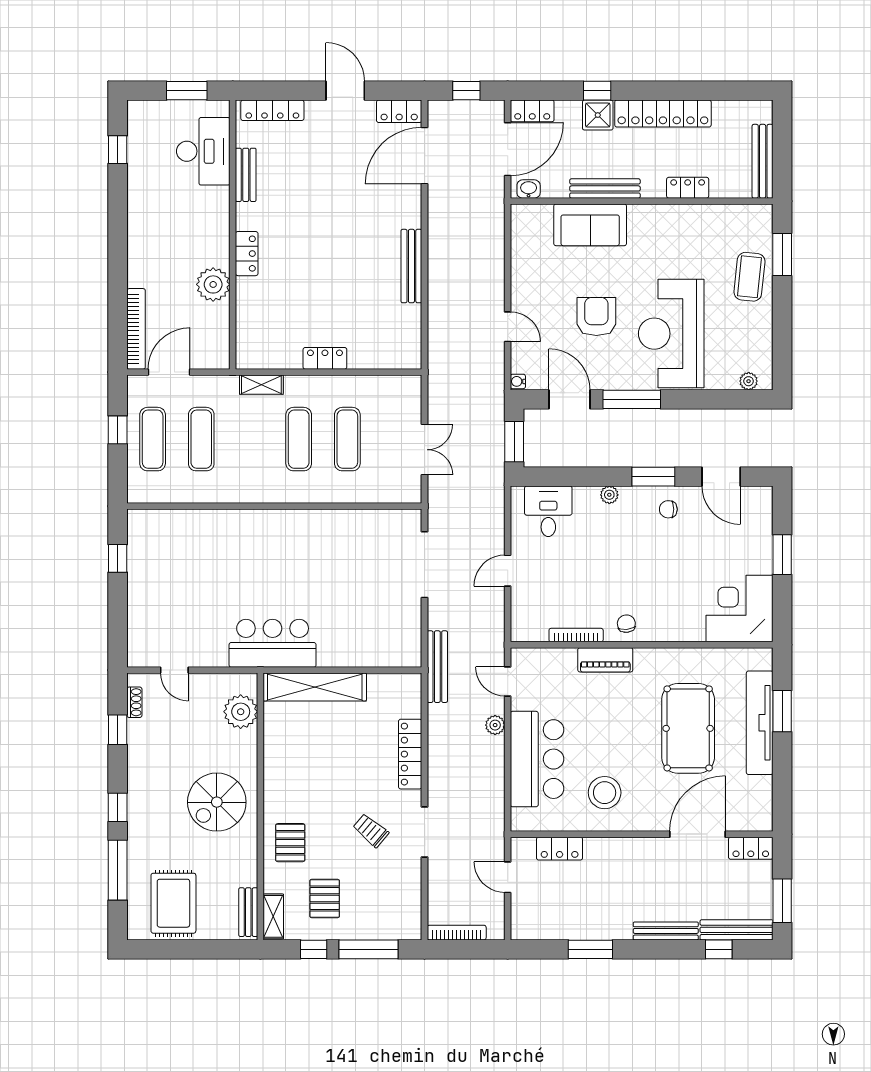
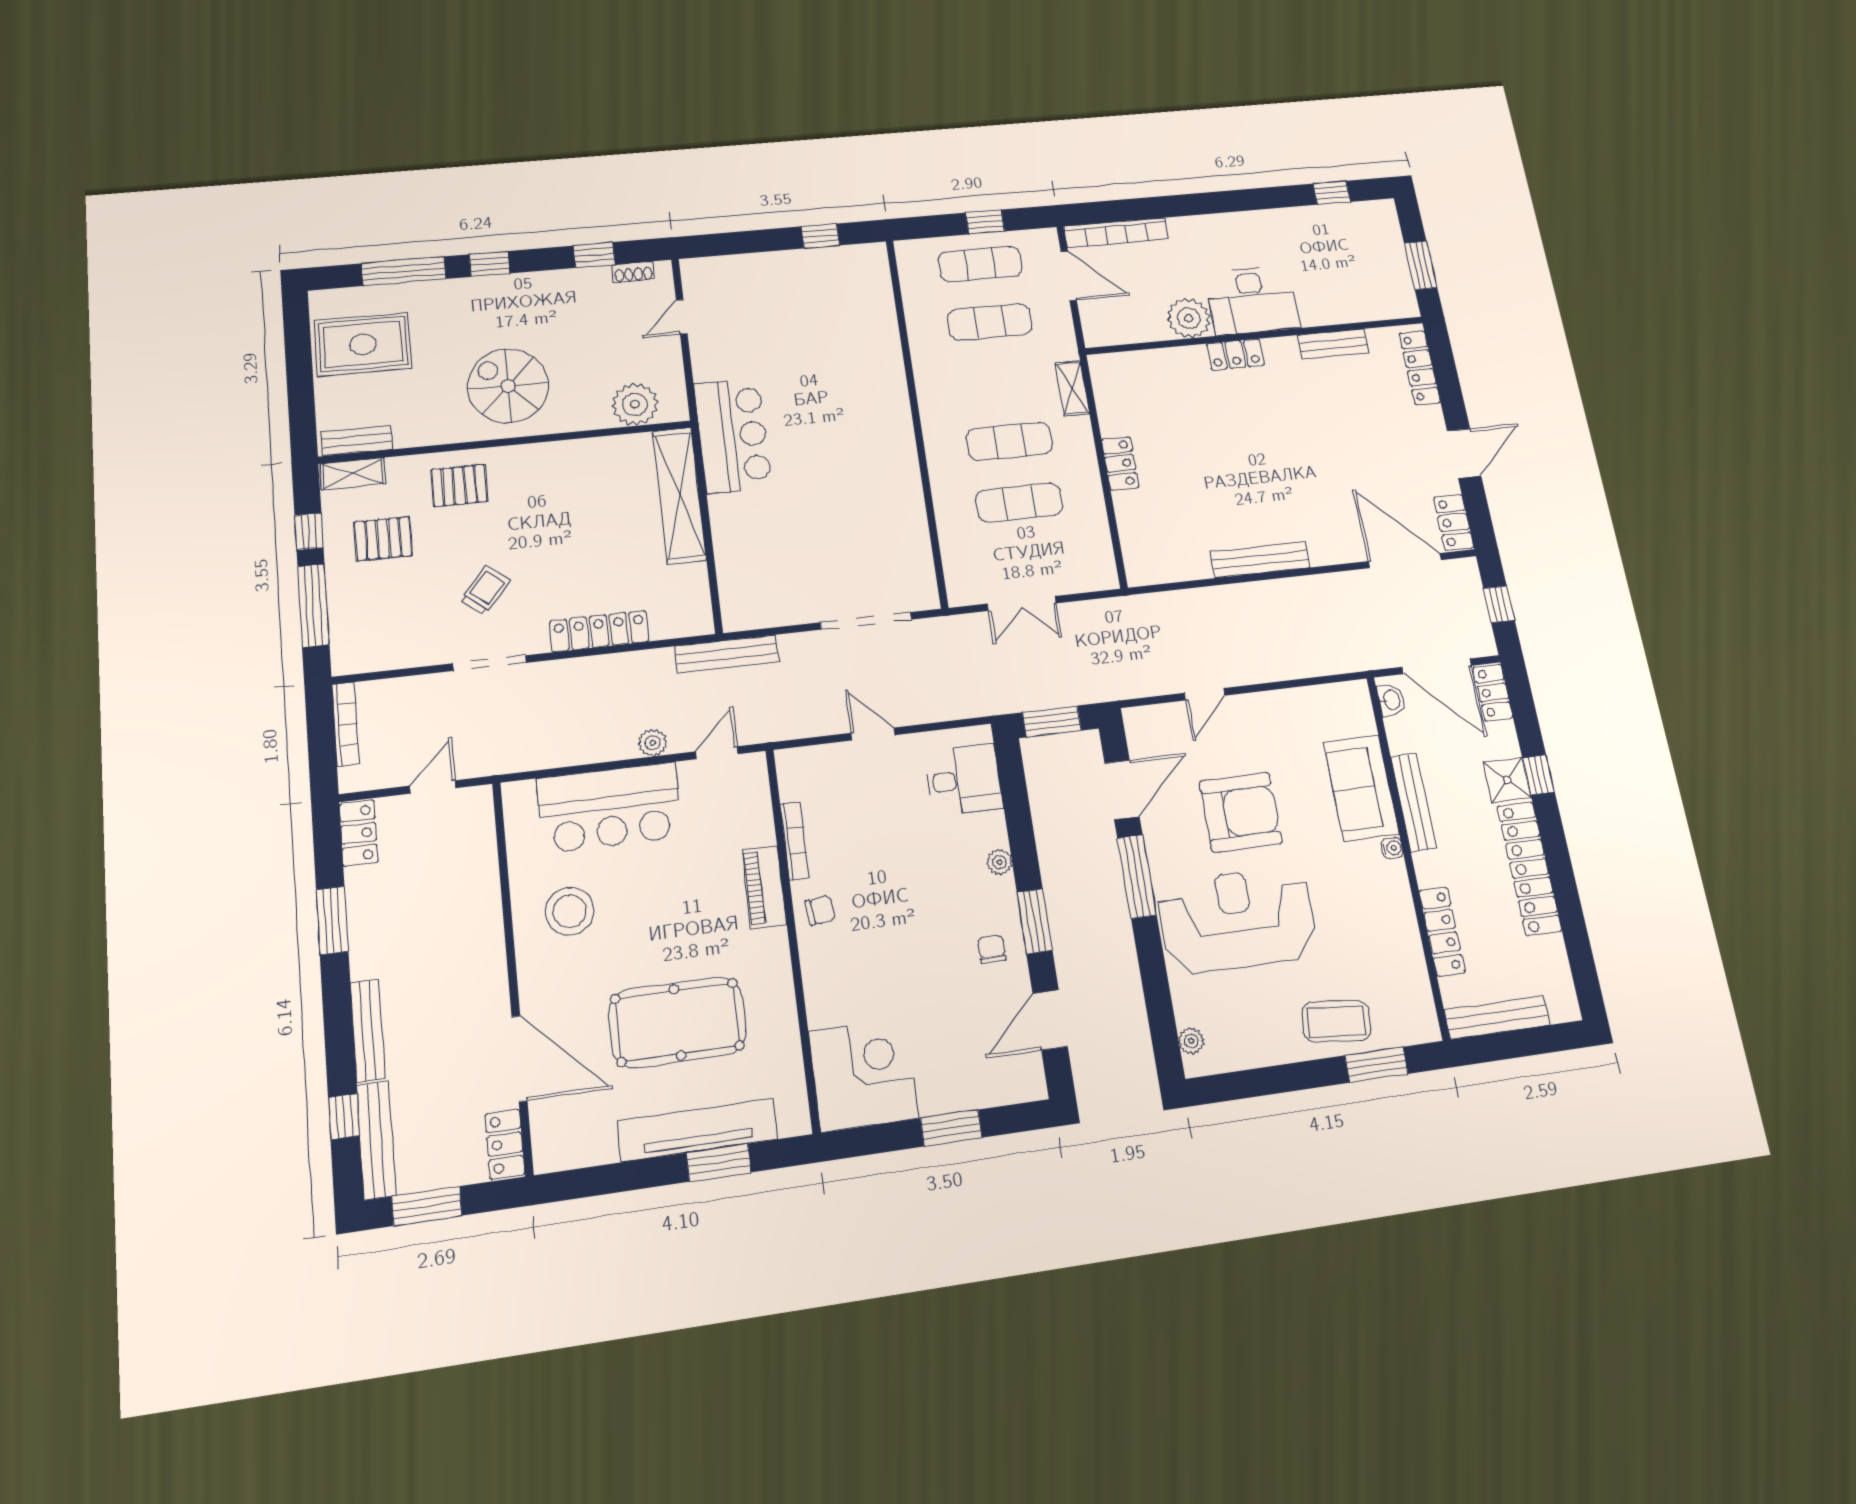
desk: (203, 151) -> (1252, 300), moved
locker: (688, 188) -> (1442, 932), width x1.53
armchair: (596, 316) -> (1241, 812), width x1.36, depth x1.36
water cooler: (518, 381) -> (1392, 848), moved, turned 90
locker: (560, 849) -> (359, 833), moved, turned 180

